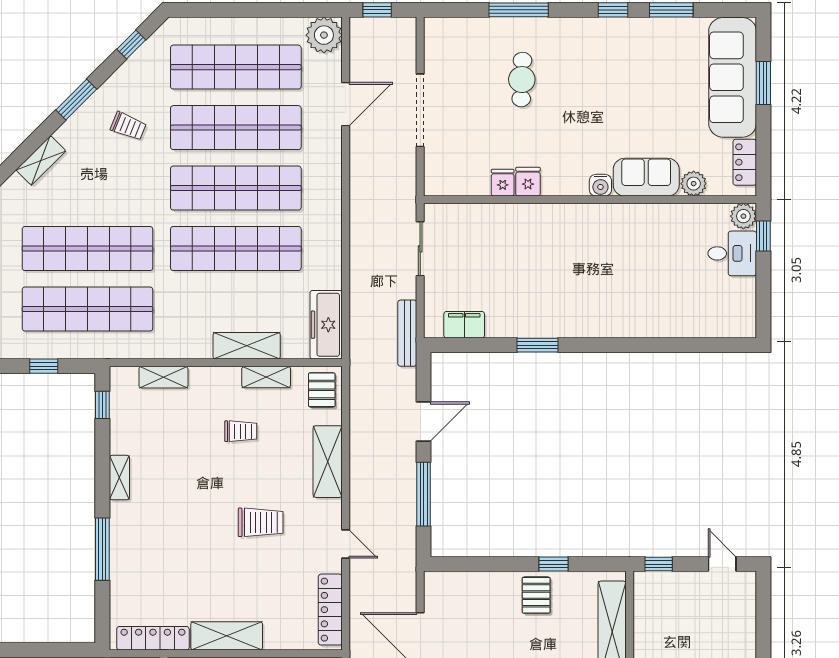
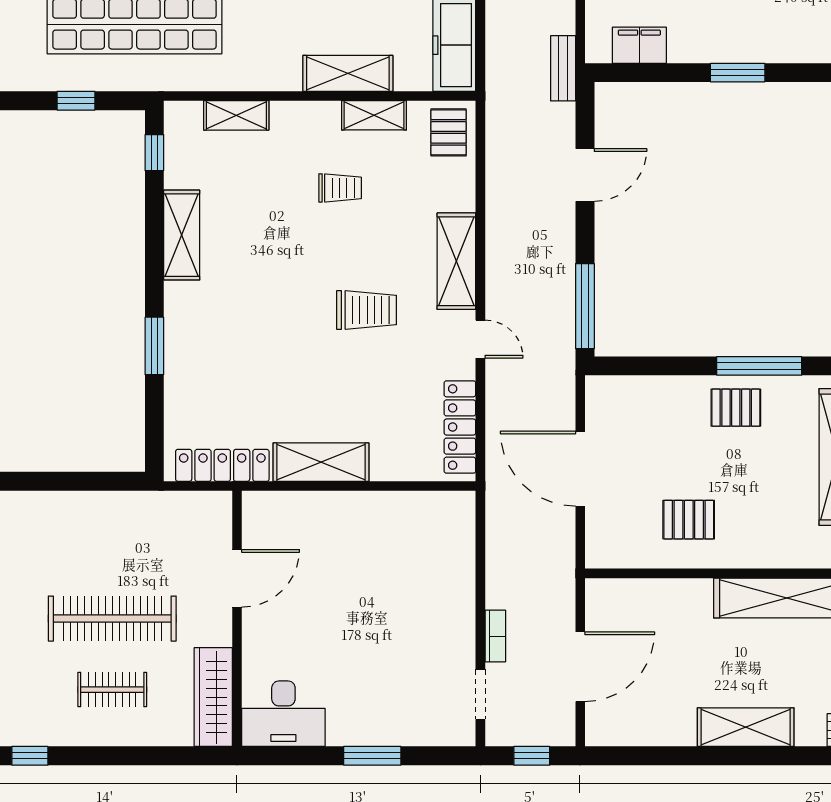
bench: (407, 333) -> (563, 68), width x0.73
shelving: (328, 462) -> (456, 261), moved
shelving: (119, 478) -> (182, 235), width x1.50, depth x1.33
window: (424, 494) -> (585, 306), moved
window: (102, 549) -> (154, 346), width x0.69
window: (554, 564) -> (759, 366), width x2.17
pallet: (536, 595) -> (736, 408), turned 90

